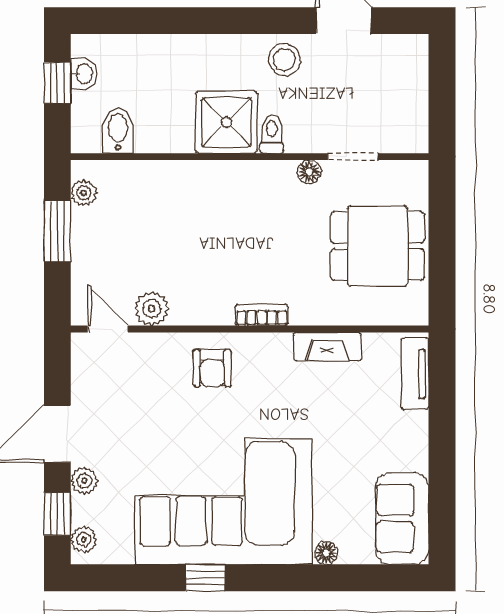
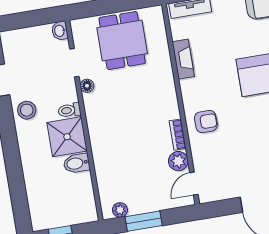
washbasin: (83, 74) -> (60, 31), moved, turned -90
bidet: (118, 131) -> (77, 163), moved
bookcase: (262, 315) -> (178, 135), moved

